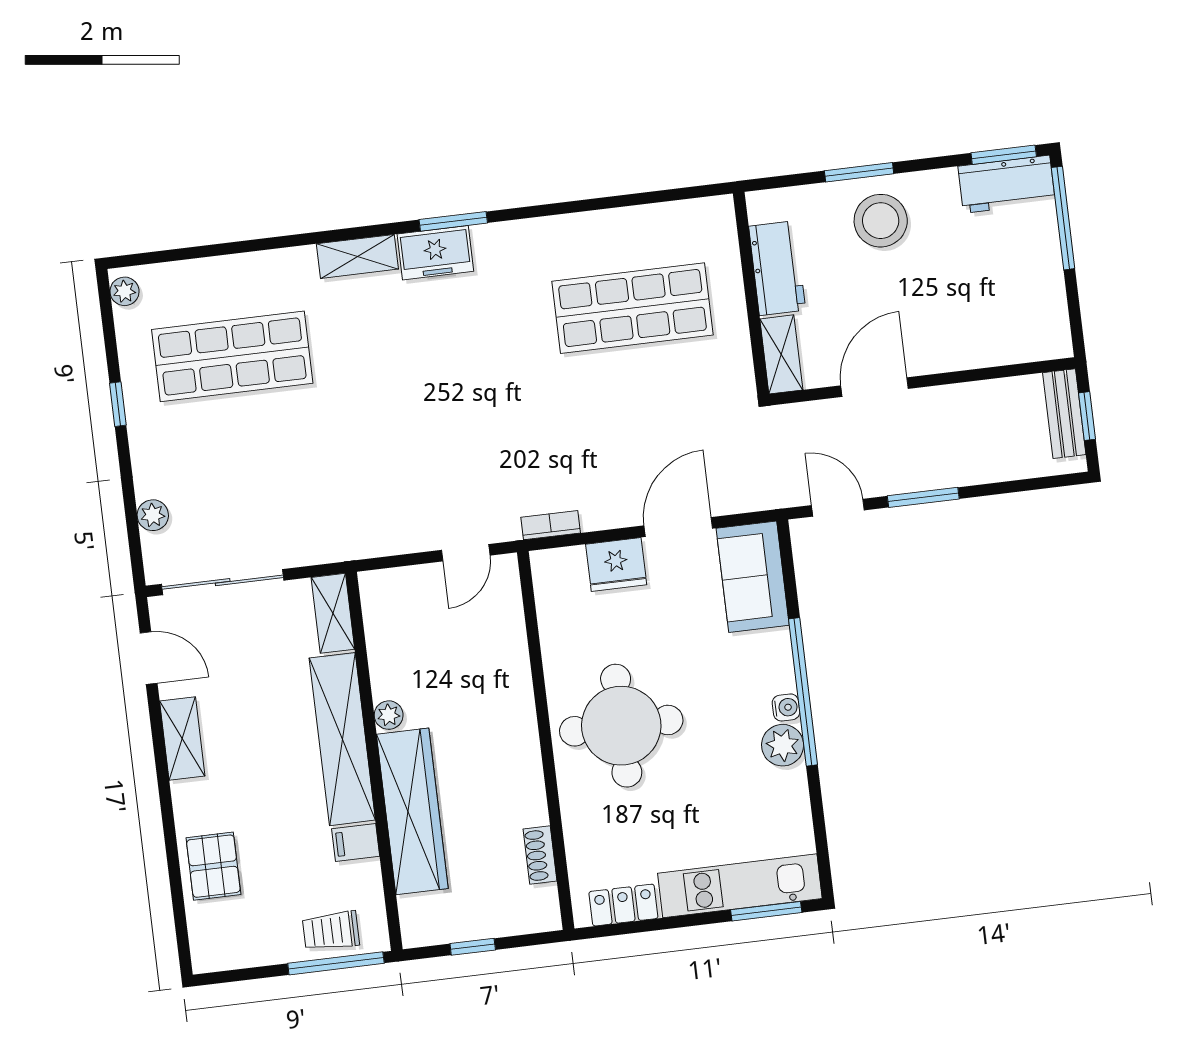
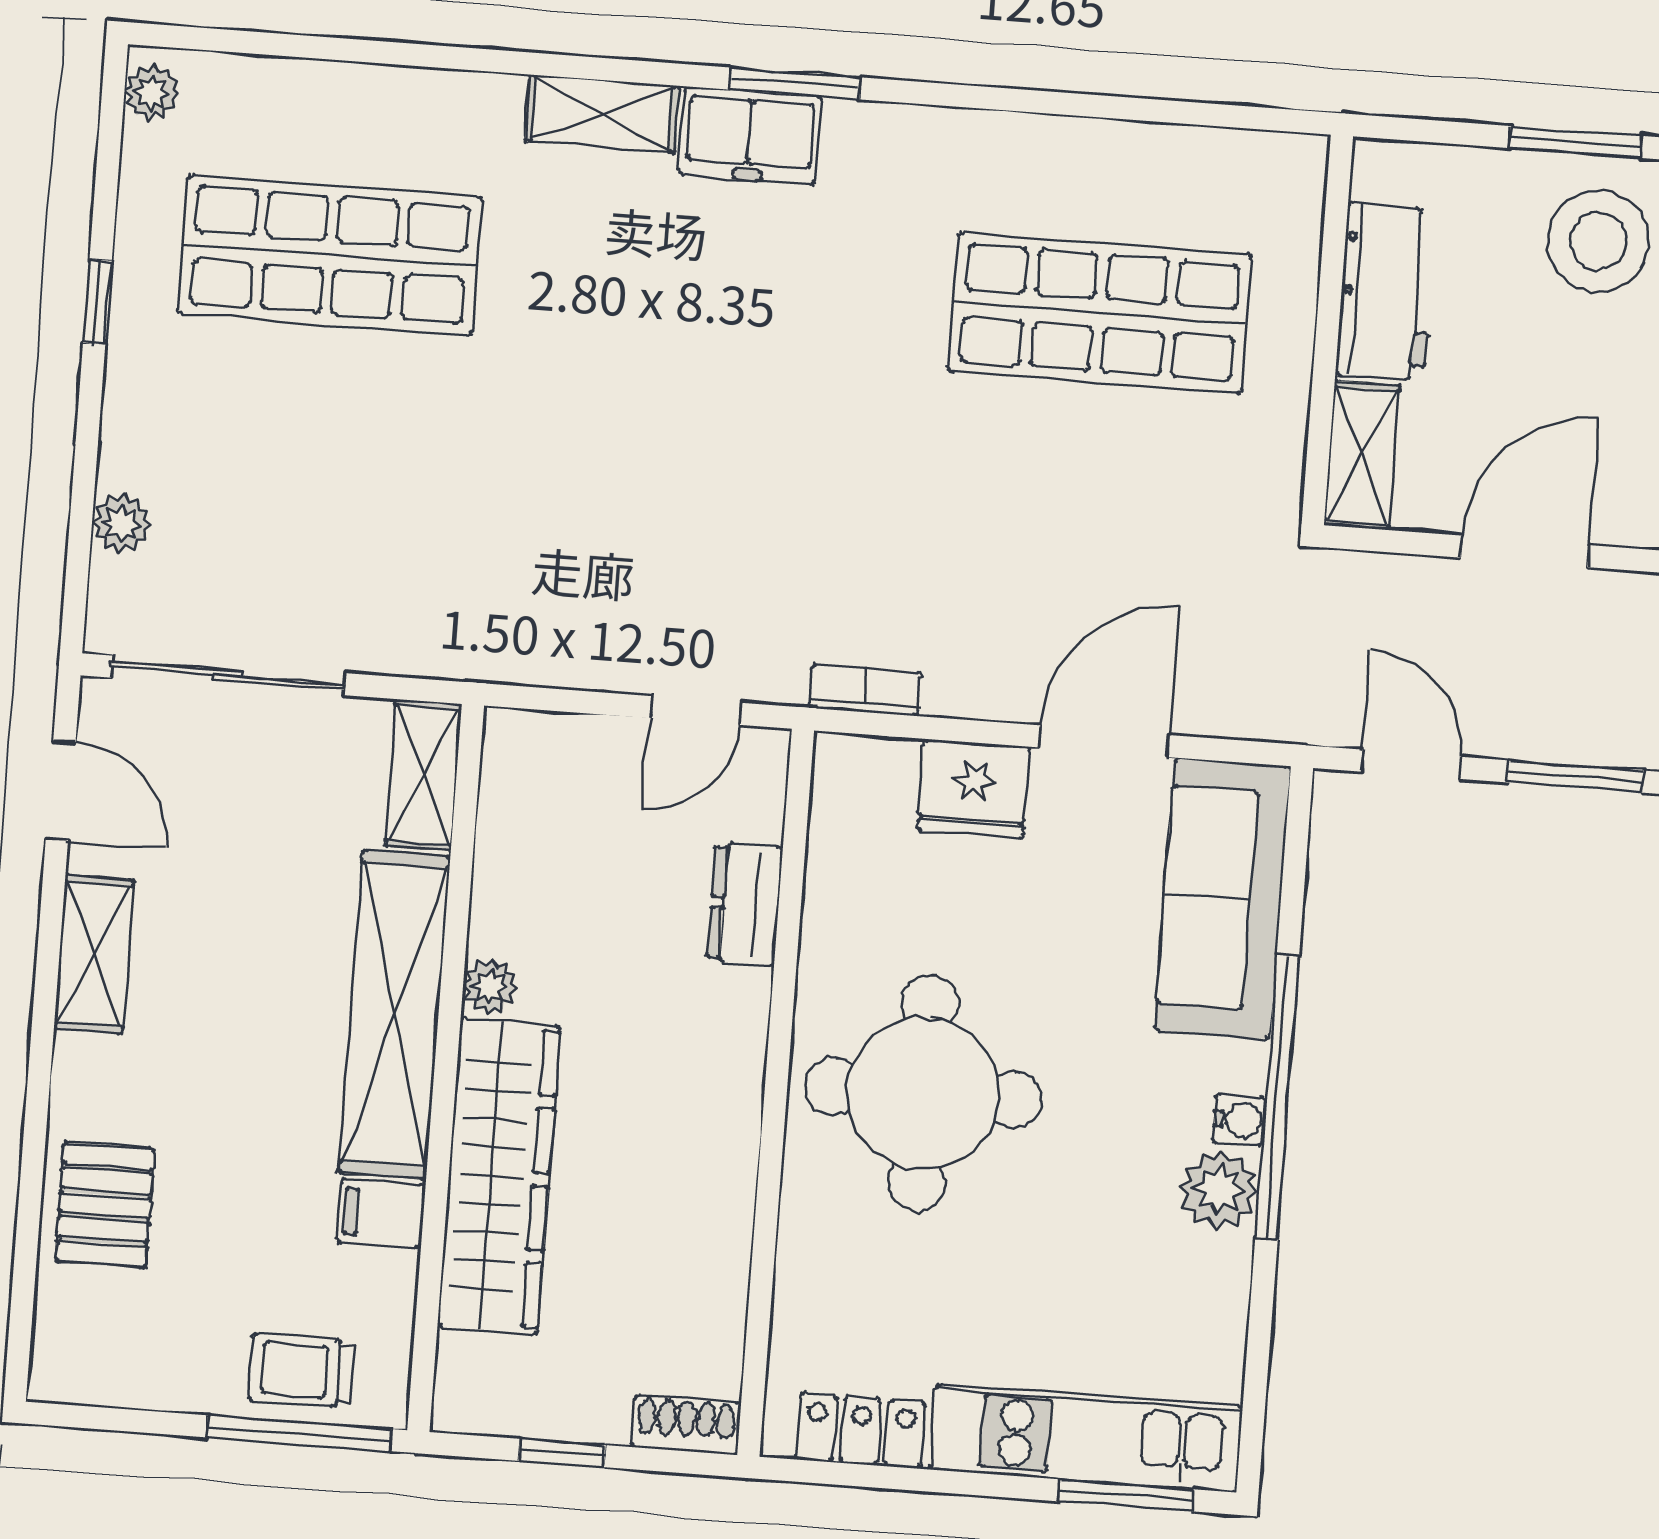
sofa: (753, 577) -> (1223, 898), width x1.36
dresser: (511, 647) -> (745, 904), added
shoe rack: (540, 855) -> (686, 1425), moved, turned 90

